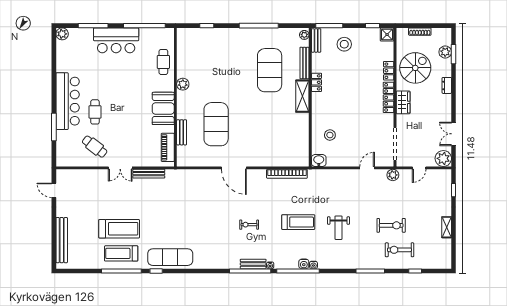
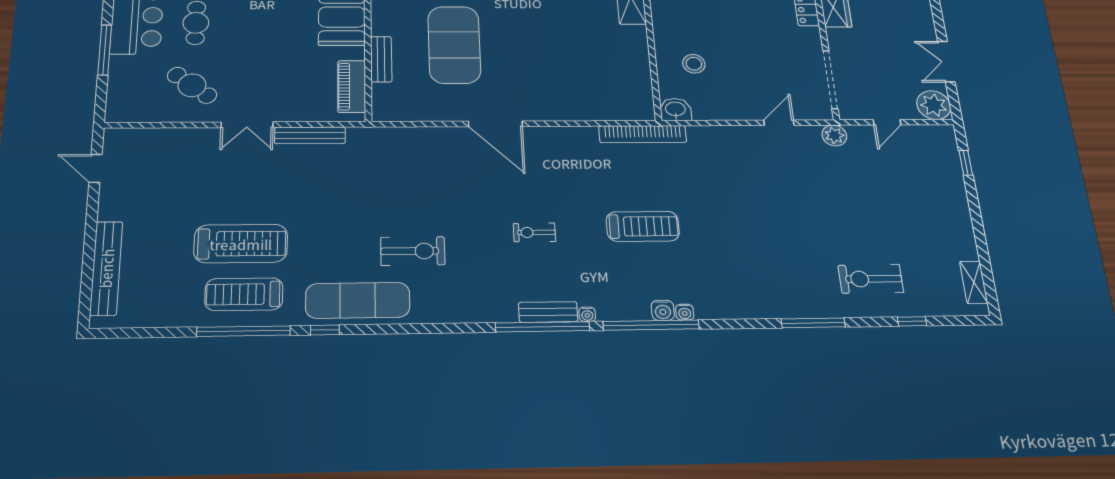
bookcase: (287, 174) -> (643, 134), moved
exercise bike: (391, 225) -> (413, 251), moved
shelving: (447, 227) -> (974, 282), moved
weight bench: (339, 228) -> (732, 236), removed

